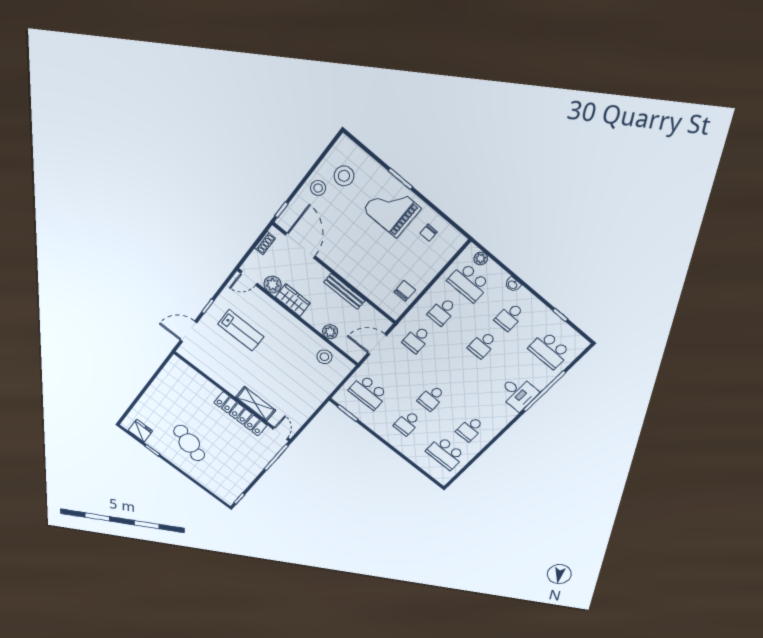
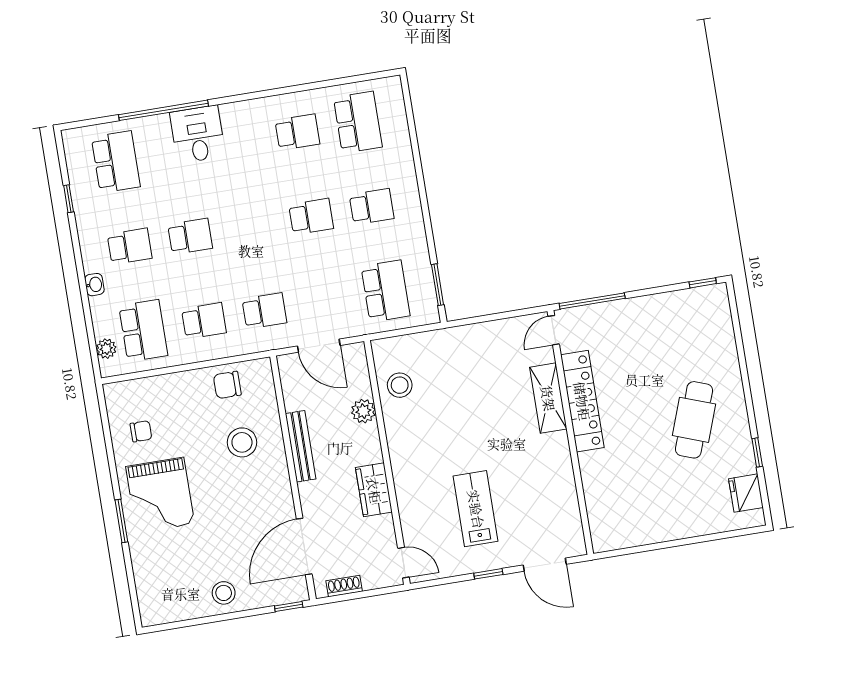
stool: (344, 176) -> (242, 442), moved
plant: (273, 285) -> (381, 530), removed

